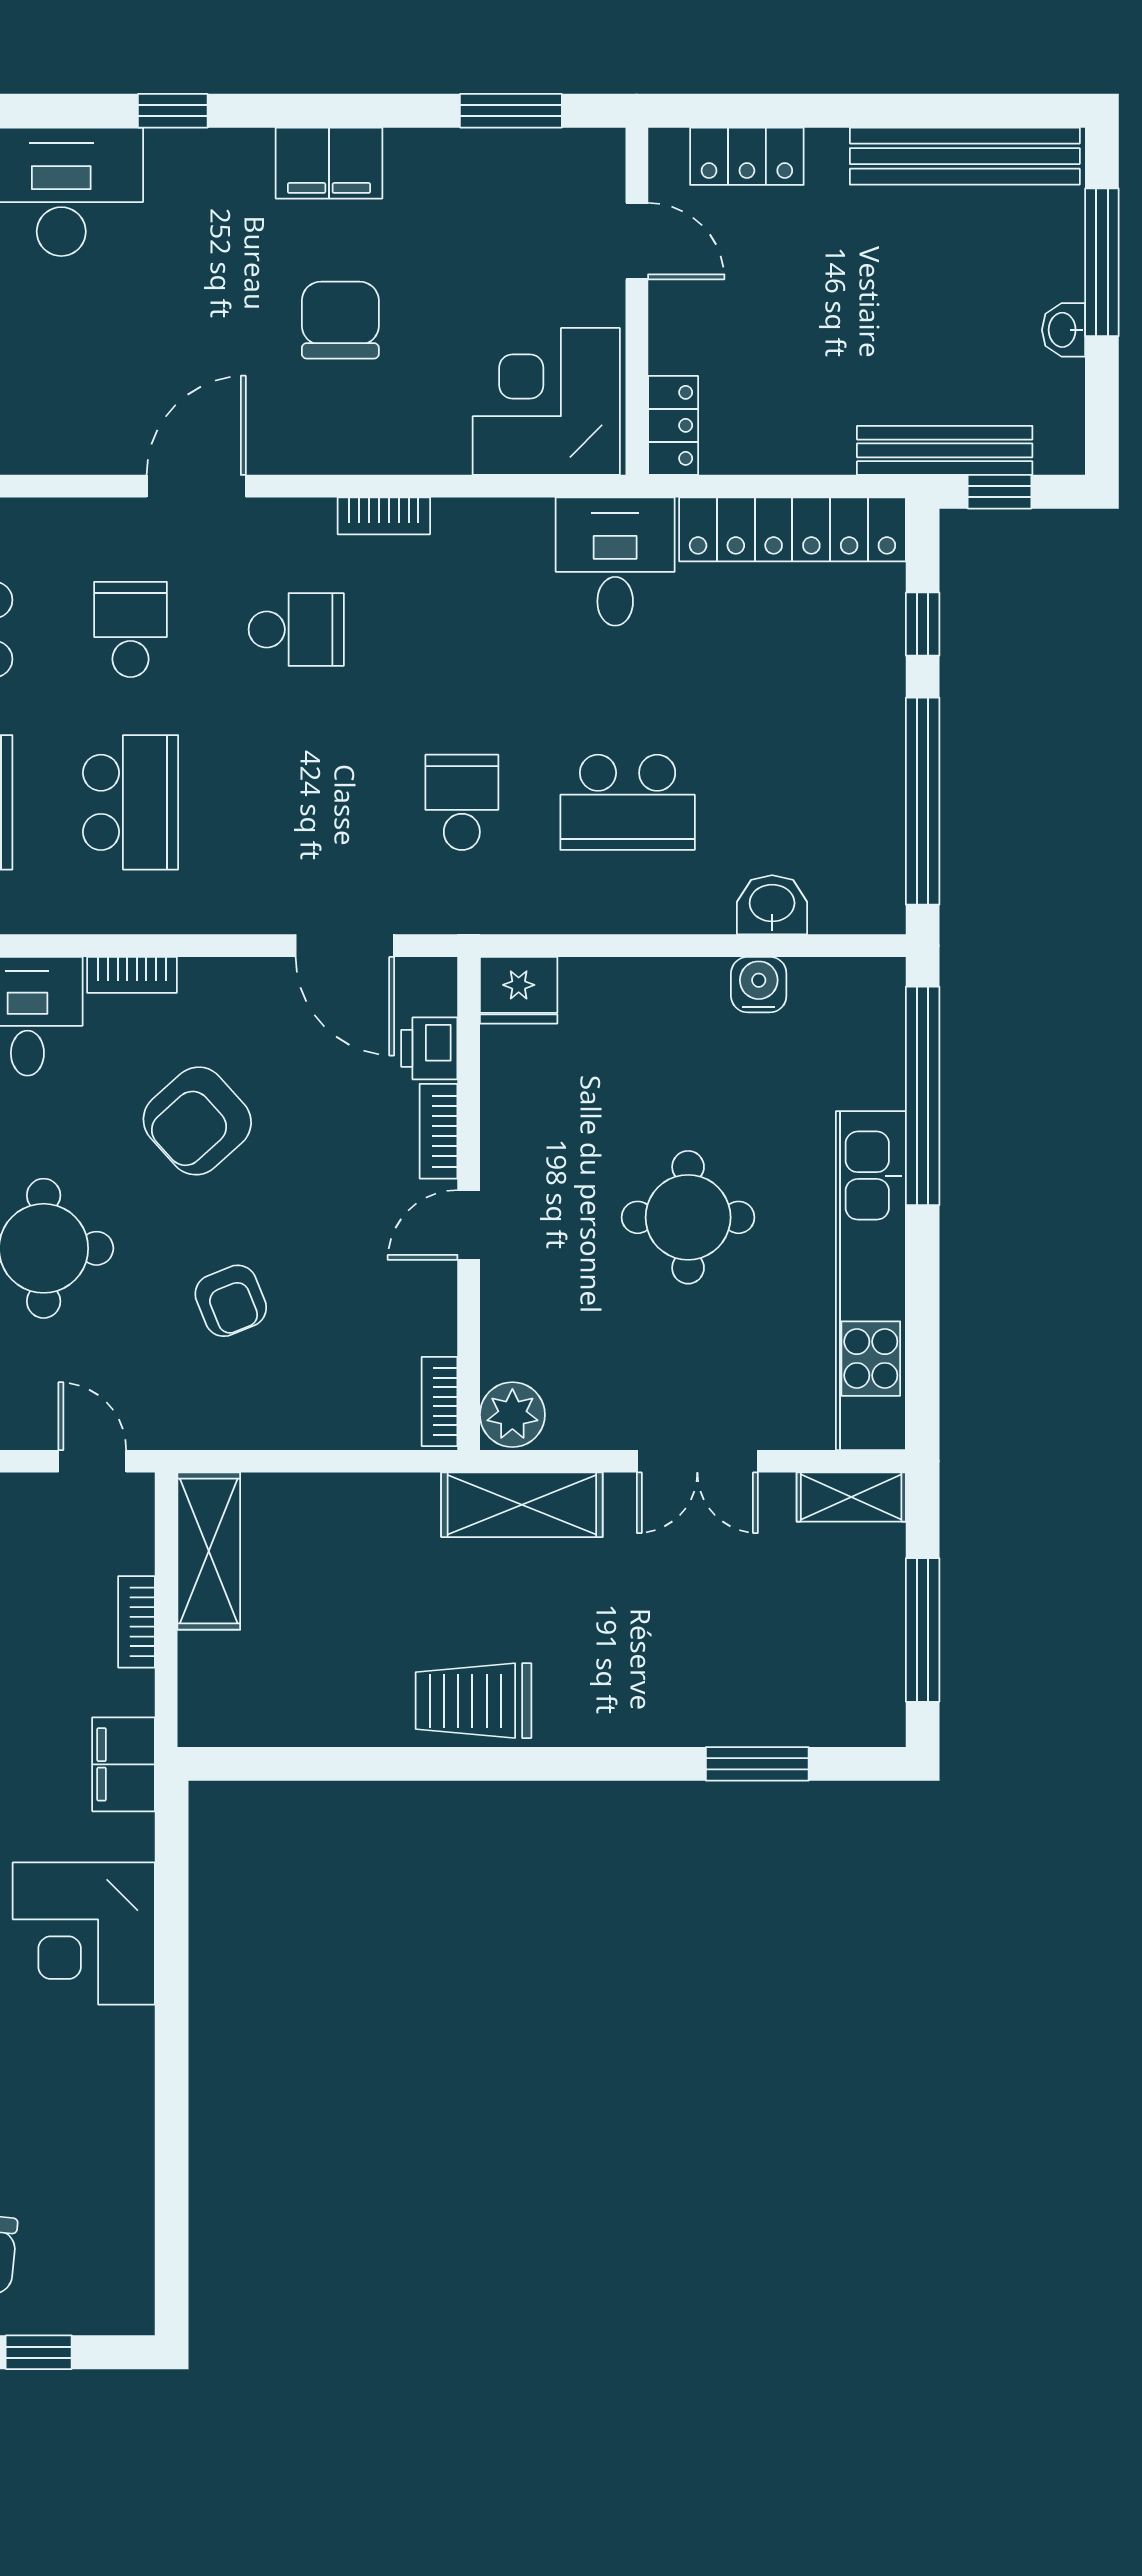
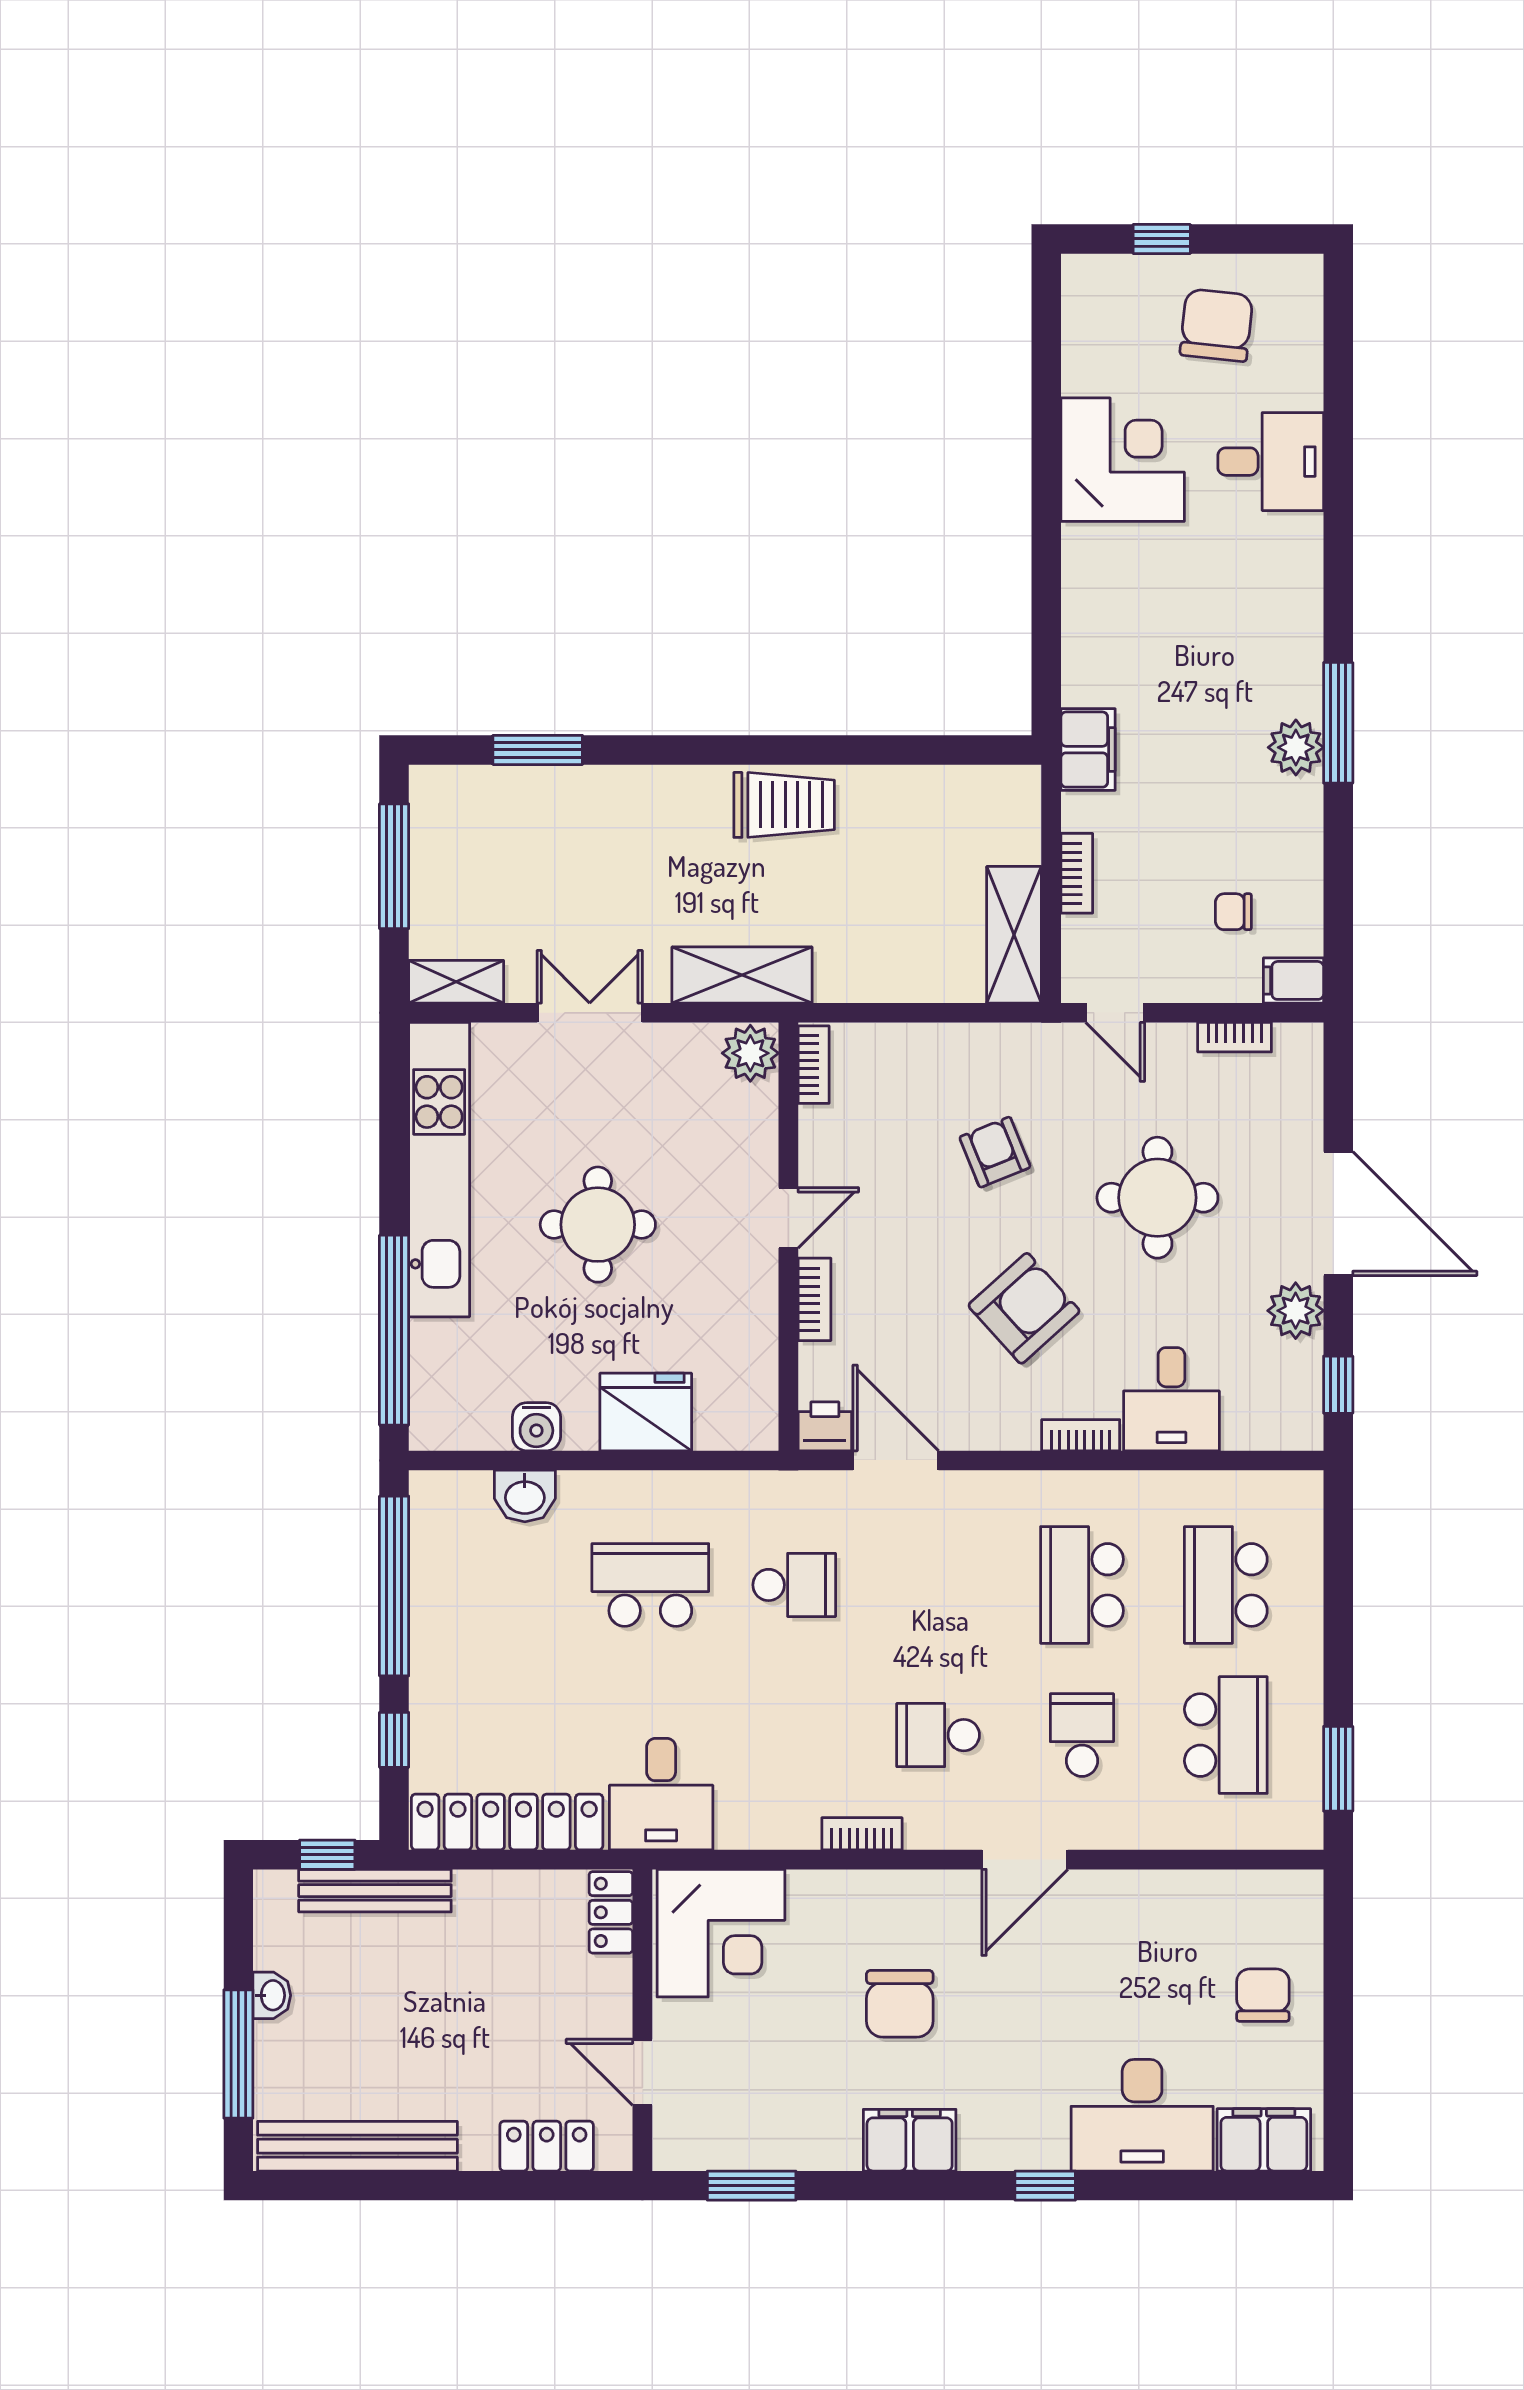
school desk: (130, 629) -> (1082, 1735), turned 180
school desk: (462, 802) -> (794, 1585), turned -90
fridge: (519, 990) -> (646, 1412), moved, width x1.36, depth x1.34
printer: (429, 1048) -> (825, 1426), moved, turned -90
corner desk: (84, 1933) -> (1123, 460), moved

